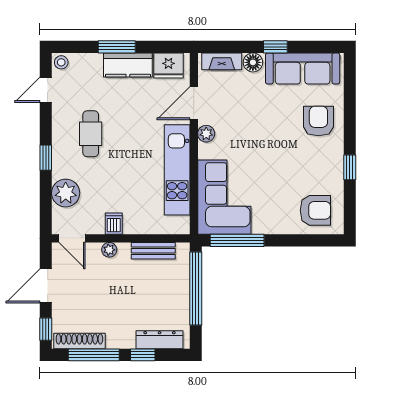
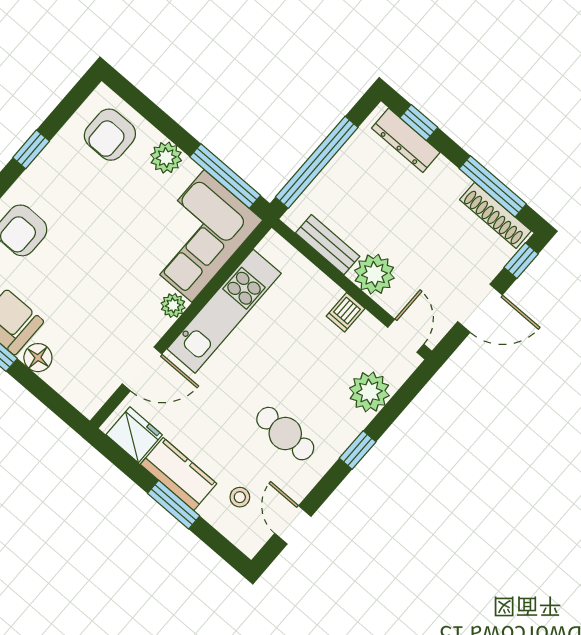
fireplace: (222, 61) -> (71, 388), removed
stool: (61, 62) -> (240, 497), moved
door: (46, 90) -> (293, 525), swing flipped
cafe table: (91, 134) -> (285, 434), turned 90
plant: (206, 134) -> (173, 305), moved
armchair: (315, 210) -> (110, 135), turned -90
plant: (276, 224) -> (166, 158), added
plant: (109, 250) -> (374, 274), width x1.87, depth x1.87
window: (143, 355) -> (419, 122), moved

